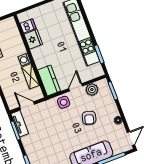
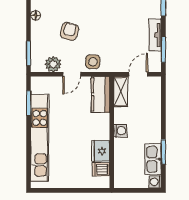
shelving: (30, 76) -> (121, 92), moved
door: (27, 106) -> (138, 74), swing flipped
tv unit: (20, 124) -> (155, 35), moved

